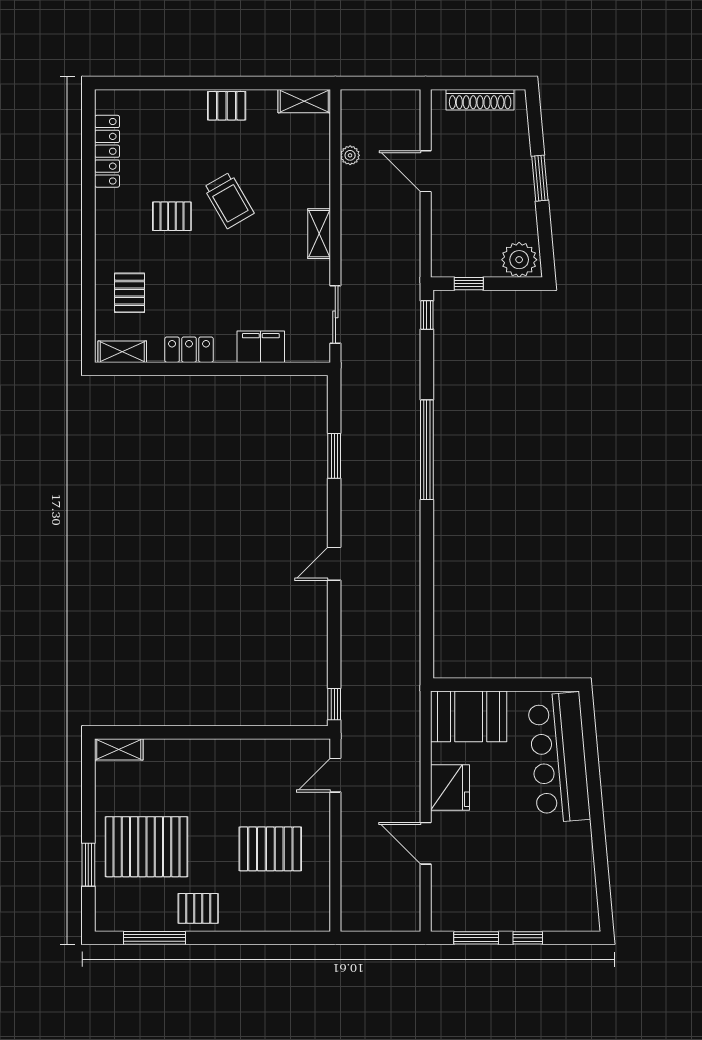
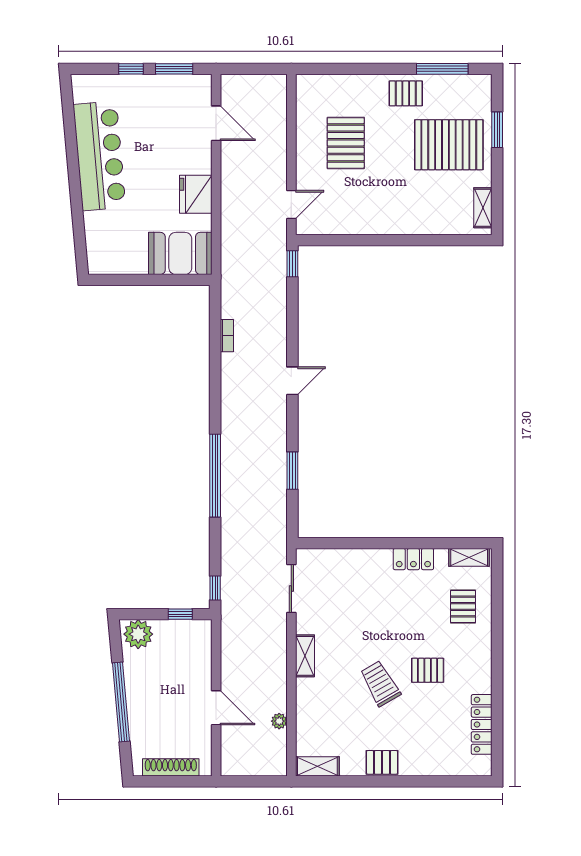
window: (540, 178) -> (121, 702), width x2.11
filing cabinet: (261, 347) -> (354, 562), removed
bookcase: (413, 618) -> (227, 336), added
shelving: (119, 749) -> (483, 208), moved, turned 90
bar counter: (559, 758) -> (99, 156), moved
door: (426, 843) -> (216, 123), moved
pallet: (270, 849) -> (346, 143), turned 90

